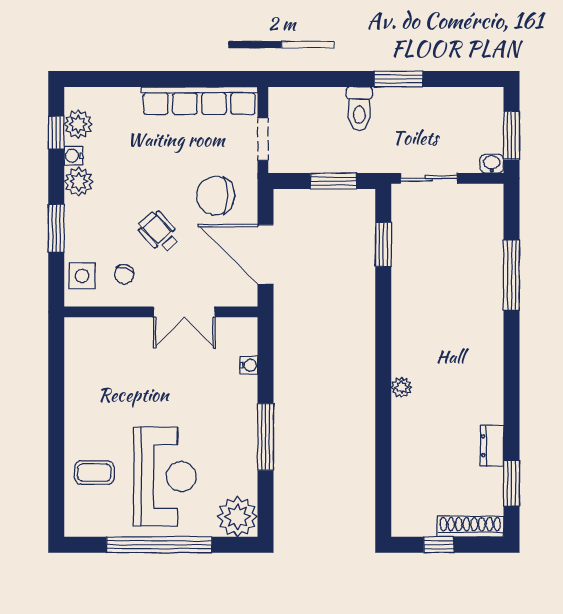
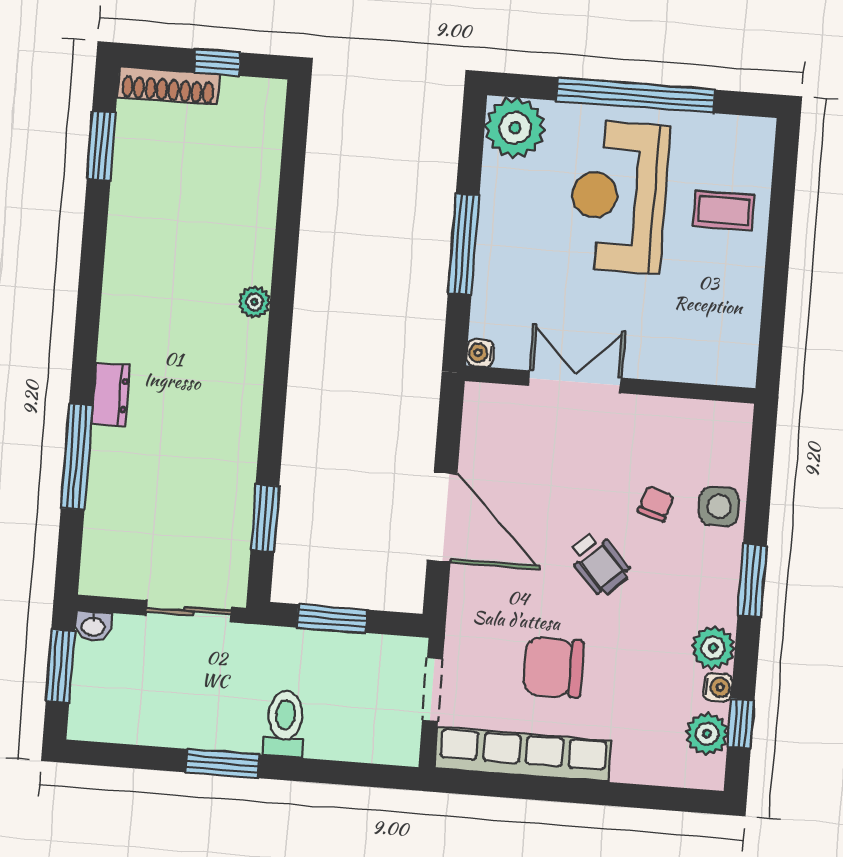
chair: (216, 196) -> (553, 667), moved, turned 180
wall: (161, 312) -> (610, 385), moved
double door: (184, 312) -> (575, 382), moved
dresser: (492, 446) -> (111, 395), moved

